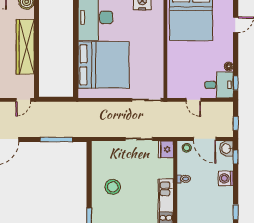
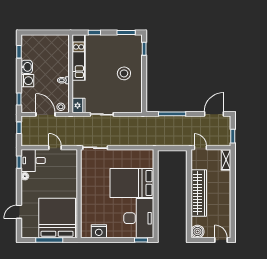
bed: (104, 65) -> (132, 183), width x0.73
door: (23, 100) -> (200, 148), hinge flipped
washbasin: (227, 149) -> (27, 67), moved

